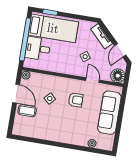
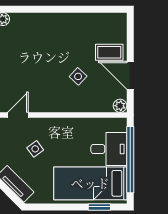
door: (93, 80) -> (18, 115), swing flipped
armchair: (76, 100) -> (39, 81), removed

